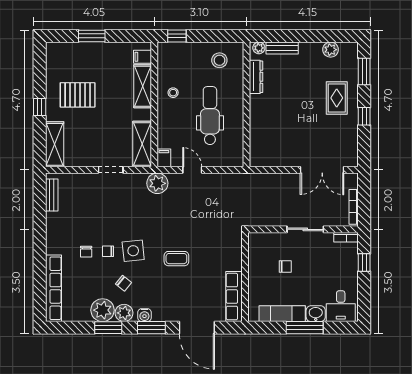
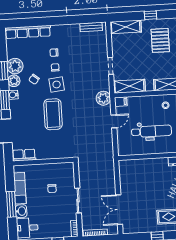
coffee table: (176, 259) -> (53, 114), width x1.86, depth x1.72
row of seats: (234, 297) -> (24, 155), width x0.68

